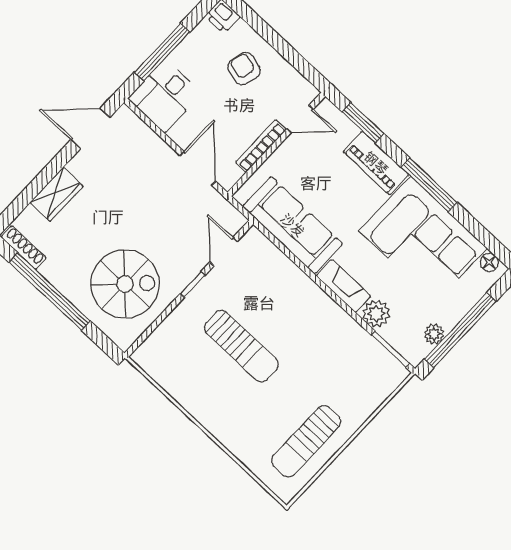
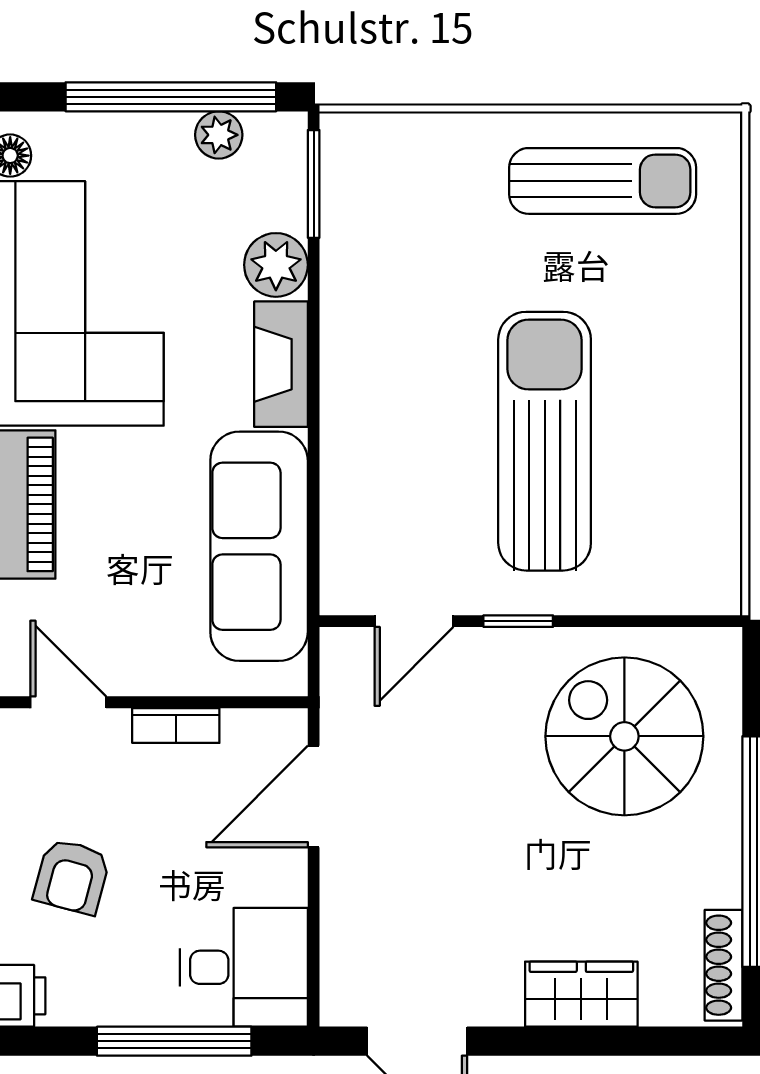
bookcase: (261, 146) -> (176, 726), width x0.64
sun lounger: (241, 346) -> (545, 441), width x1.36, depth x1.34

